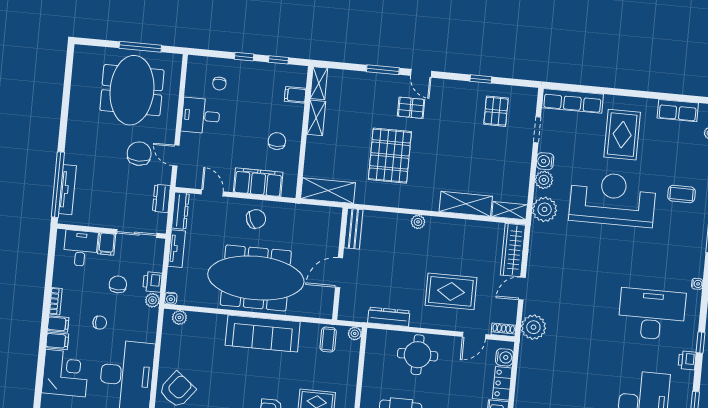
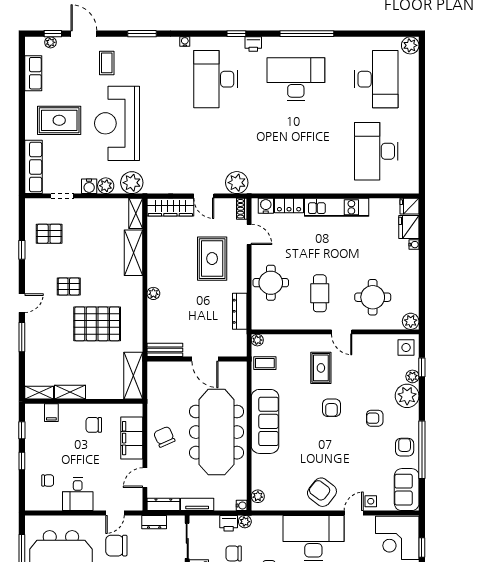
pallet: (411, 108) -> (69, 286), moved, turned 90

